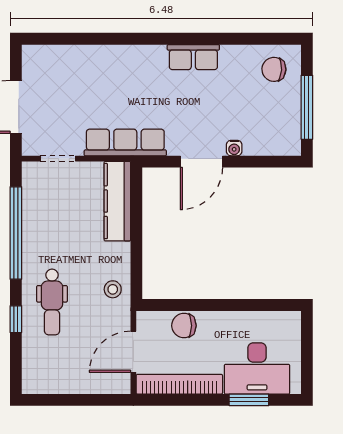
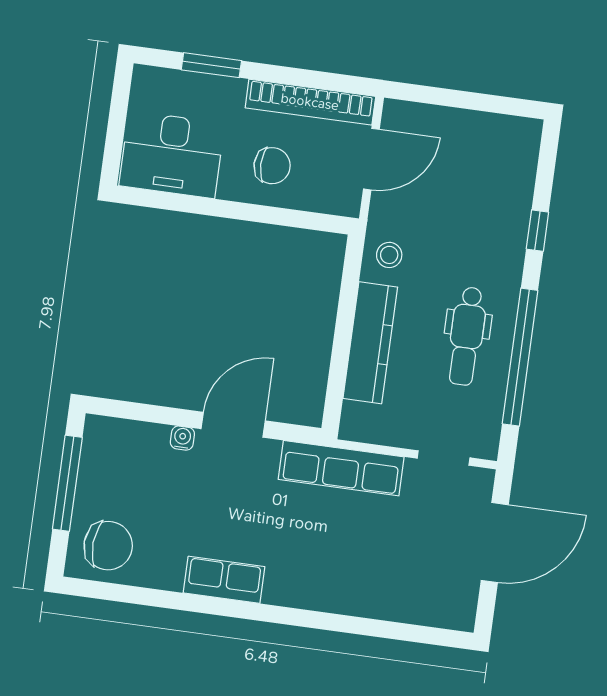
chair: (274, 69) -> (108, 546), width x1.37, depth x1.37
kitchen counter: (117, 201) -> (370, 343), moved
dental chair: (52, 302) -> (467, 336), moved, turned 180
chair: (184, 326) -> (272, 166), moved
desk: (257, 368) -> (172, 155), moved, turned 180

